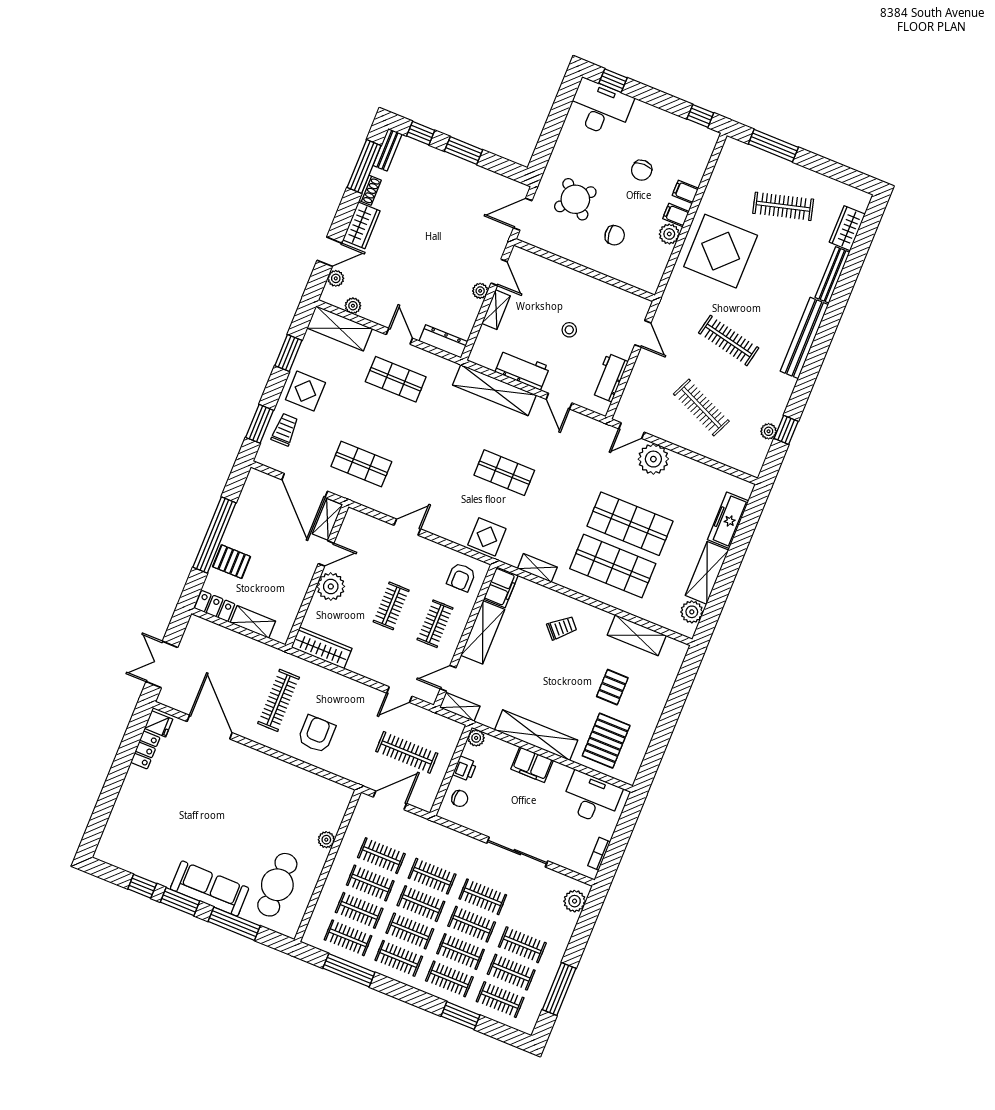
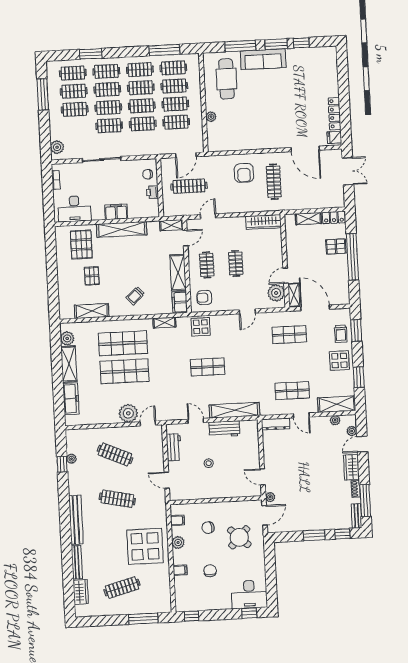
filing cabinet: (676, 215) -> (177, 520), moved
plant: (480, 291) -> (270, 497), moved
shelving: (496, 310) -> (255, 455), removed
armchair: (461, 577) -> (204, 298), turned -90
plant: (331, 586) -> (276, 293), moved
plant: (476, 738) -> (154, 212), removed
locker: (145, 750) -> (335, 114), width x1.53

